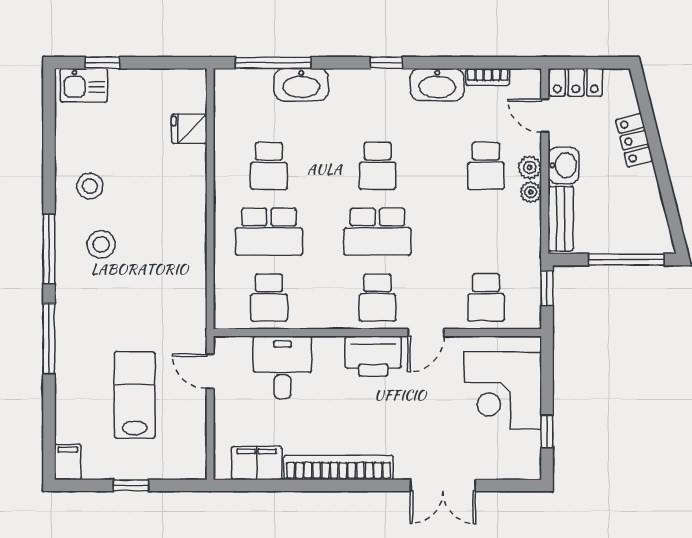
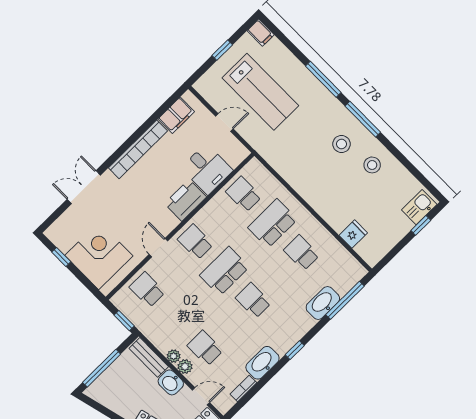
printer: (373, 356) -> (185, 200), moved
door: (210, 371) -> (224, 123), moved
lab bench: (135, 395) -> (260, 92), width x1.36, depth x1.39

